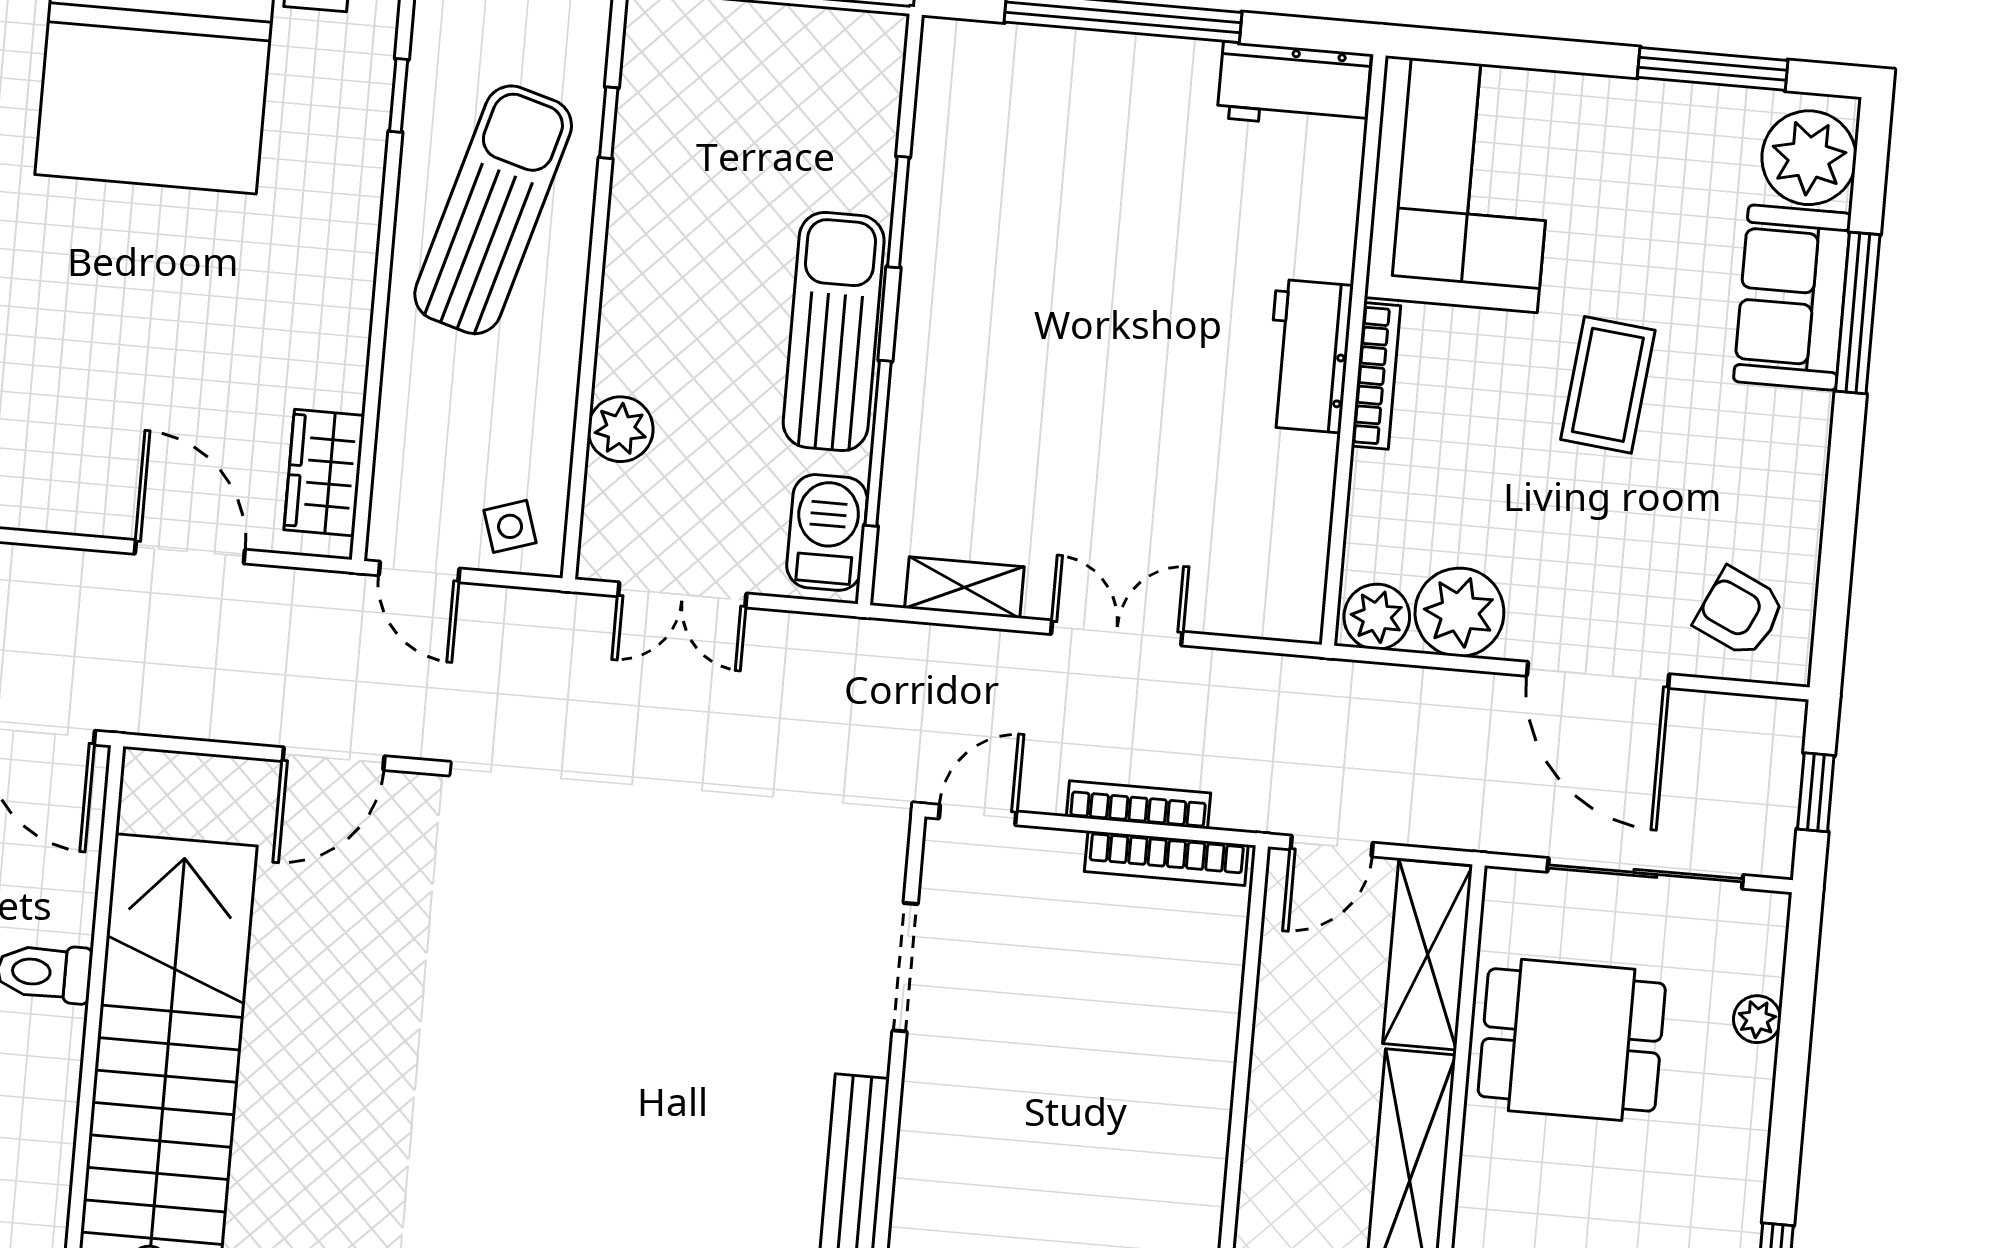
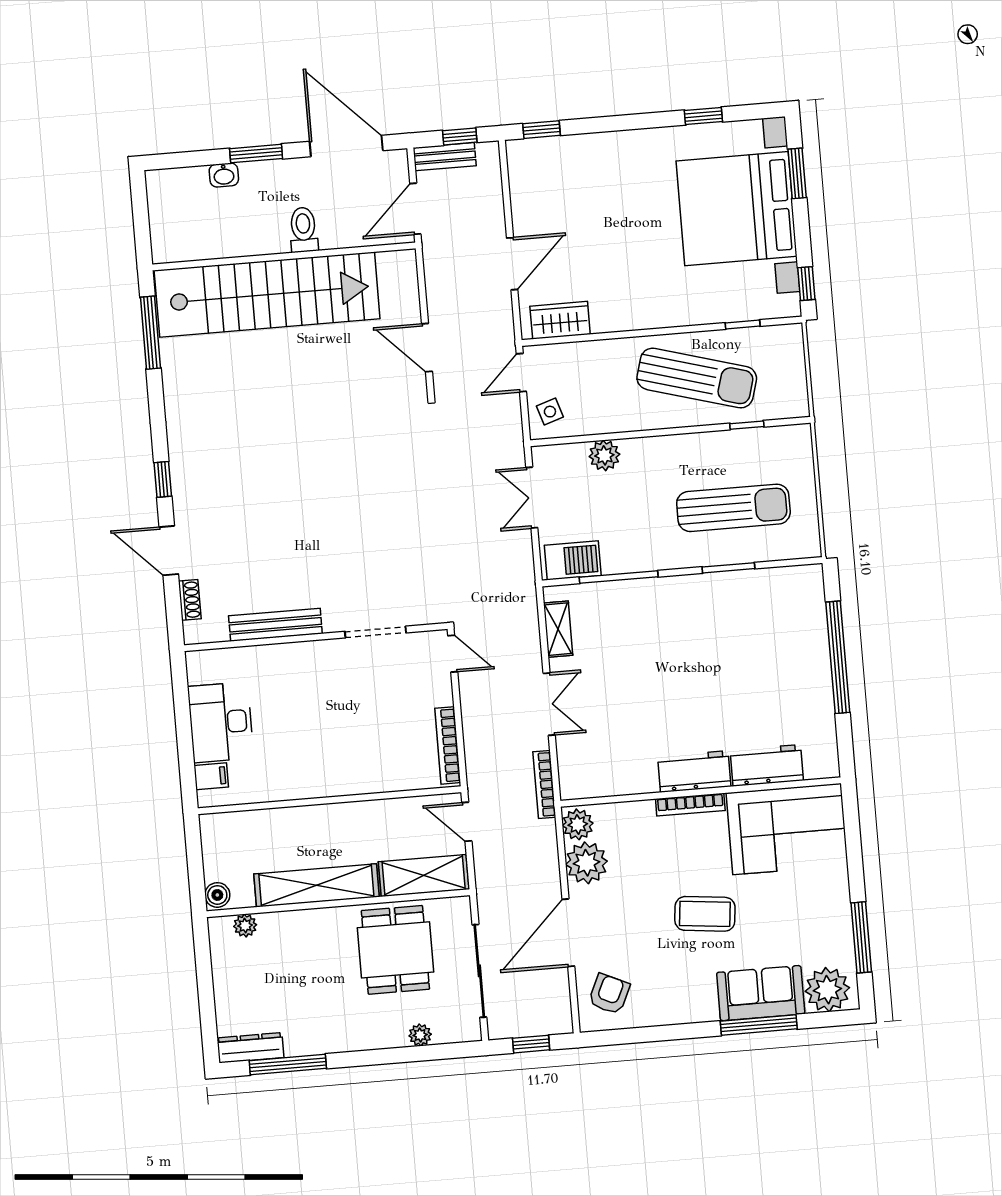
workbench: (1294, 86) -> (767, 765), moved, turned 90
sun lounger: (834, 331) -> (733, 508), moved
bookcase: (1138, 805) -> (544, 784), moved, turned 180

